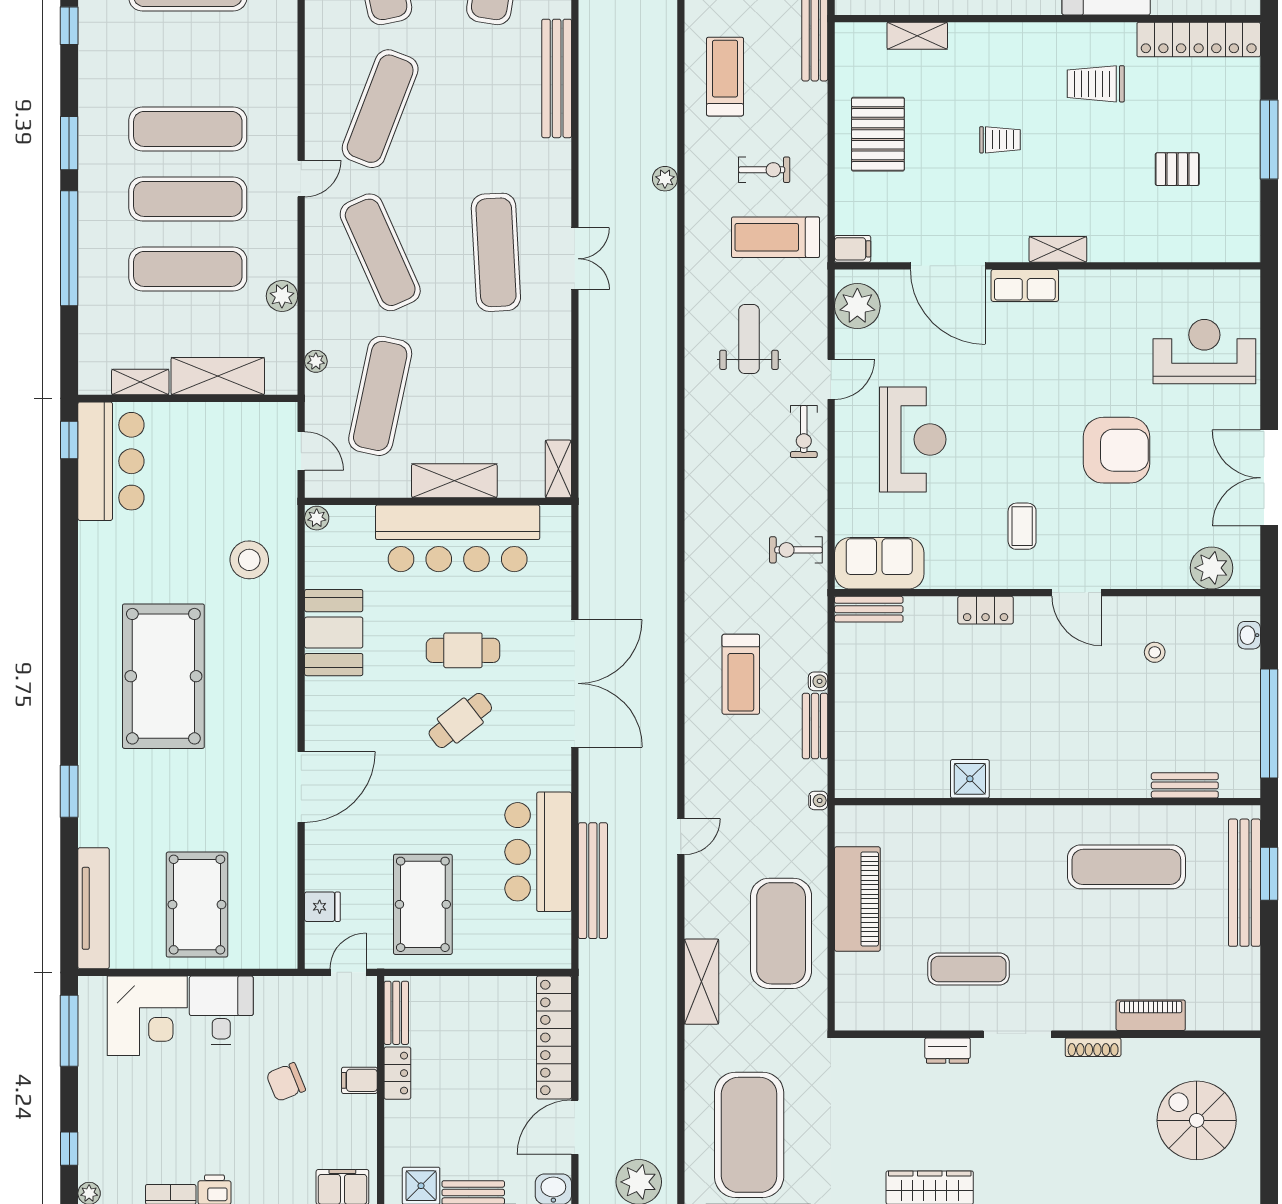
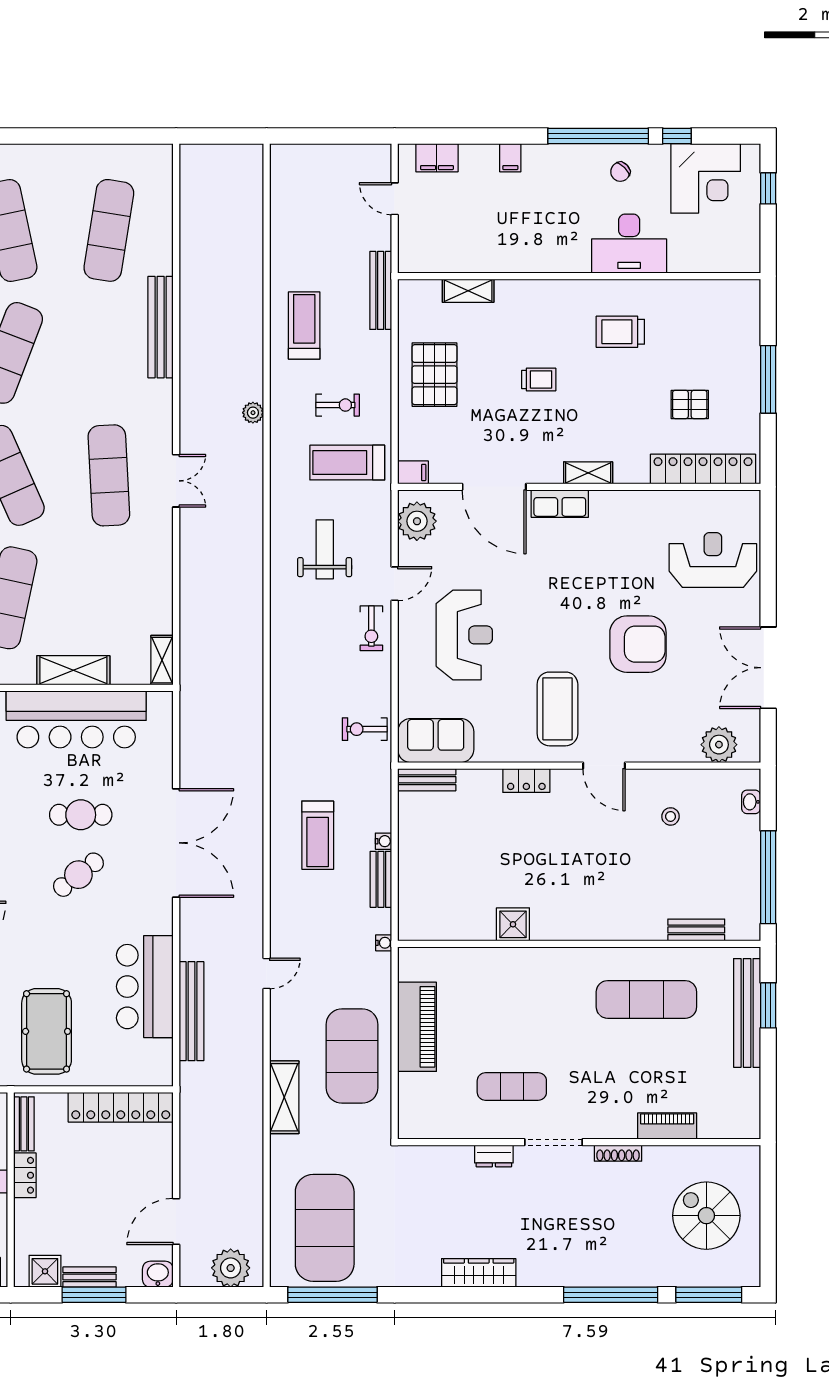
locker: (1199, 40) -> (703, 469), moved, turned 180
coffee table: (1022, 526) -> (557, 709), width x1.86, depth x1.72
locker: (554, 1037) -> (121, 1107), moved, turned -90

